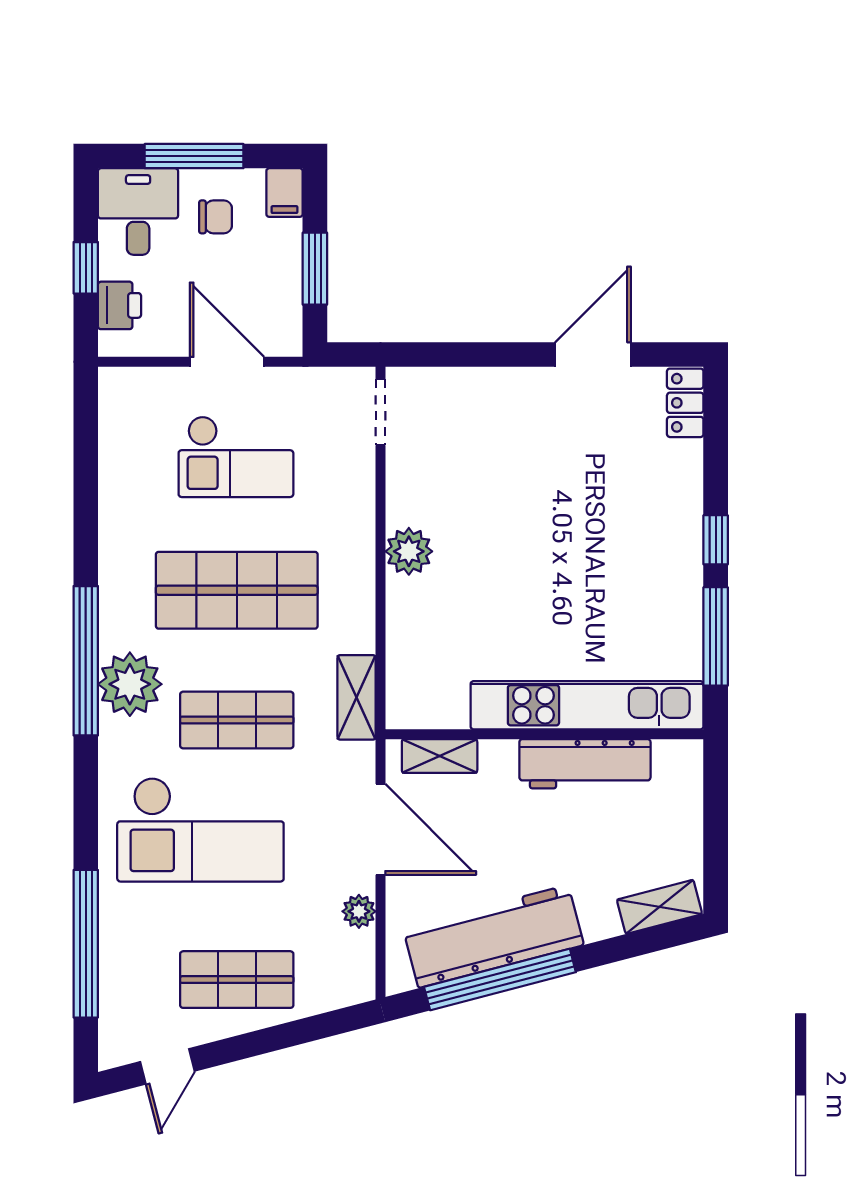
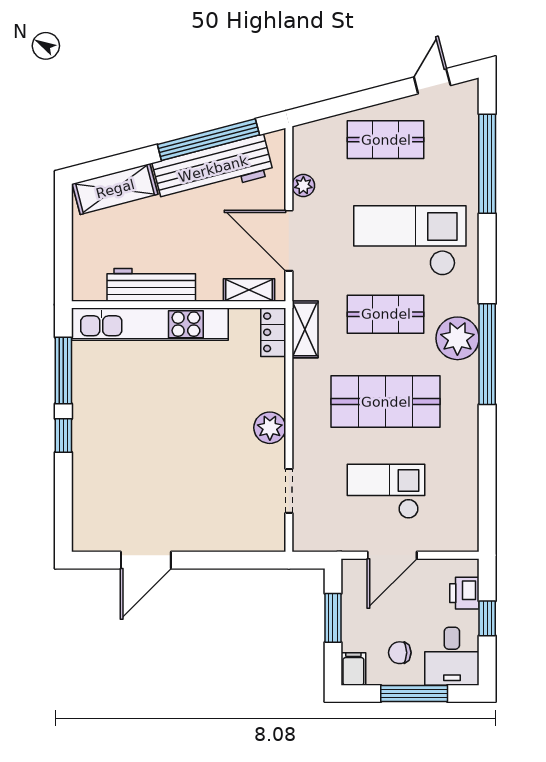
door: (227, 362) -> (392, 555), hinge flipped
locker: (685, 403) -> (273, 332), moved, turned 180
doorway: (380, 412) -> (289, 491), moved
shelving: (660, 907) -> (115, 189), width x1.50, depth x1.33

